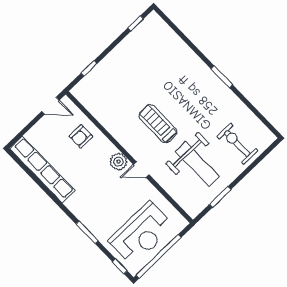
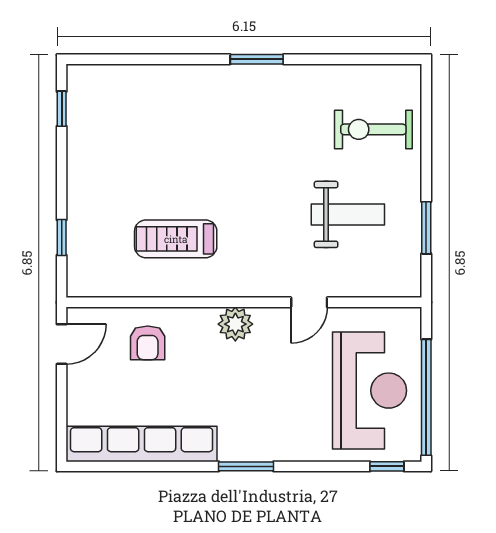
treadmill: (158, 124) -> (176, 239), moved
weight bench: (197, 164) -> (348, 214), width x0.73, depth x0.75
door: (141, 169) -> (309, 302), moved
window: (87, 232) -> (246, 466), moved

